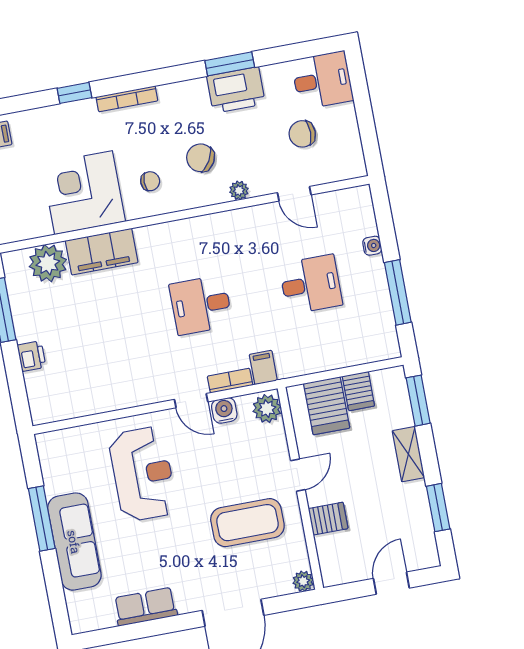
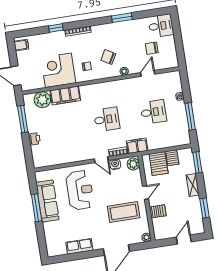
printer: (236, 90) -> (124, 29), removed
door: (294, 194) -> (148, 73), swing flipped
desk: (201, 305) -> (107, 119), turned 180
filing cabinet: (263, 367) -> (137, 146), width x2.00
sofa: (74, 542) -> (48, 201), moved

